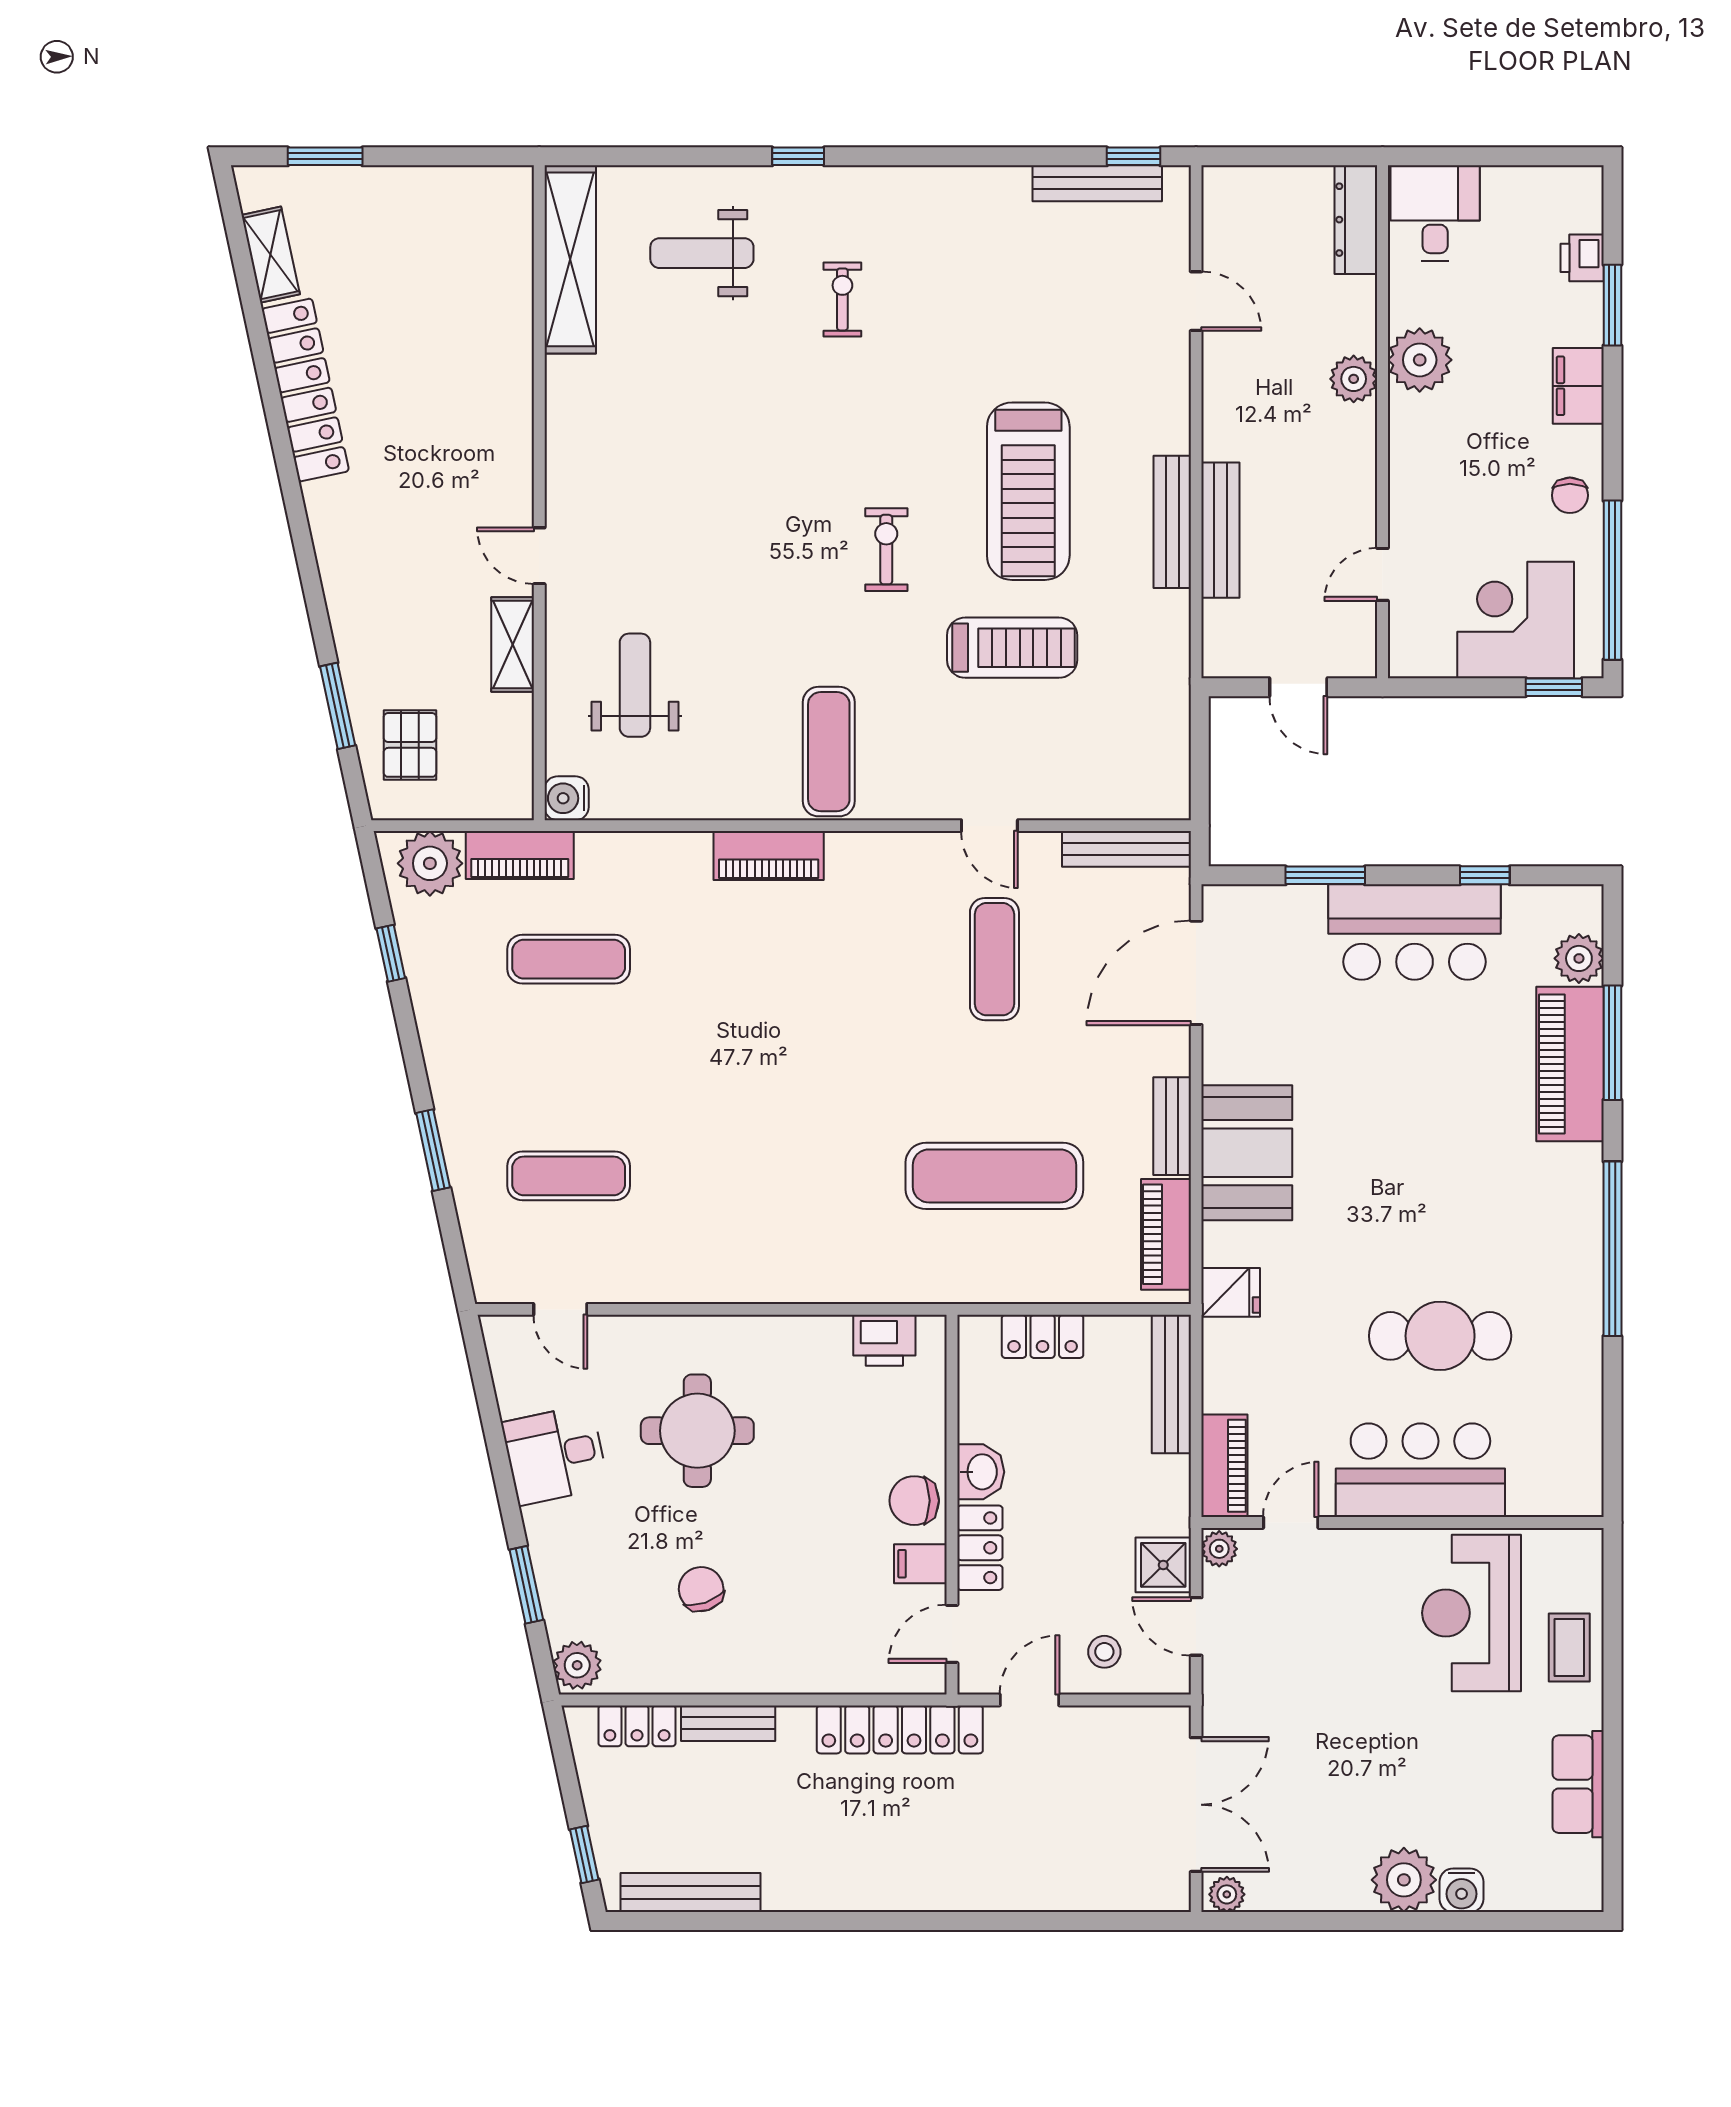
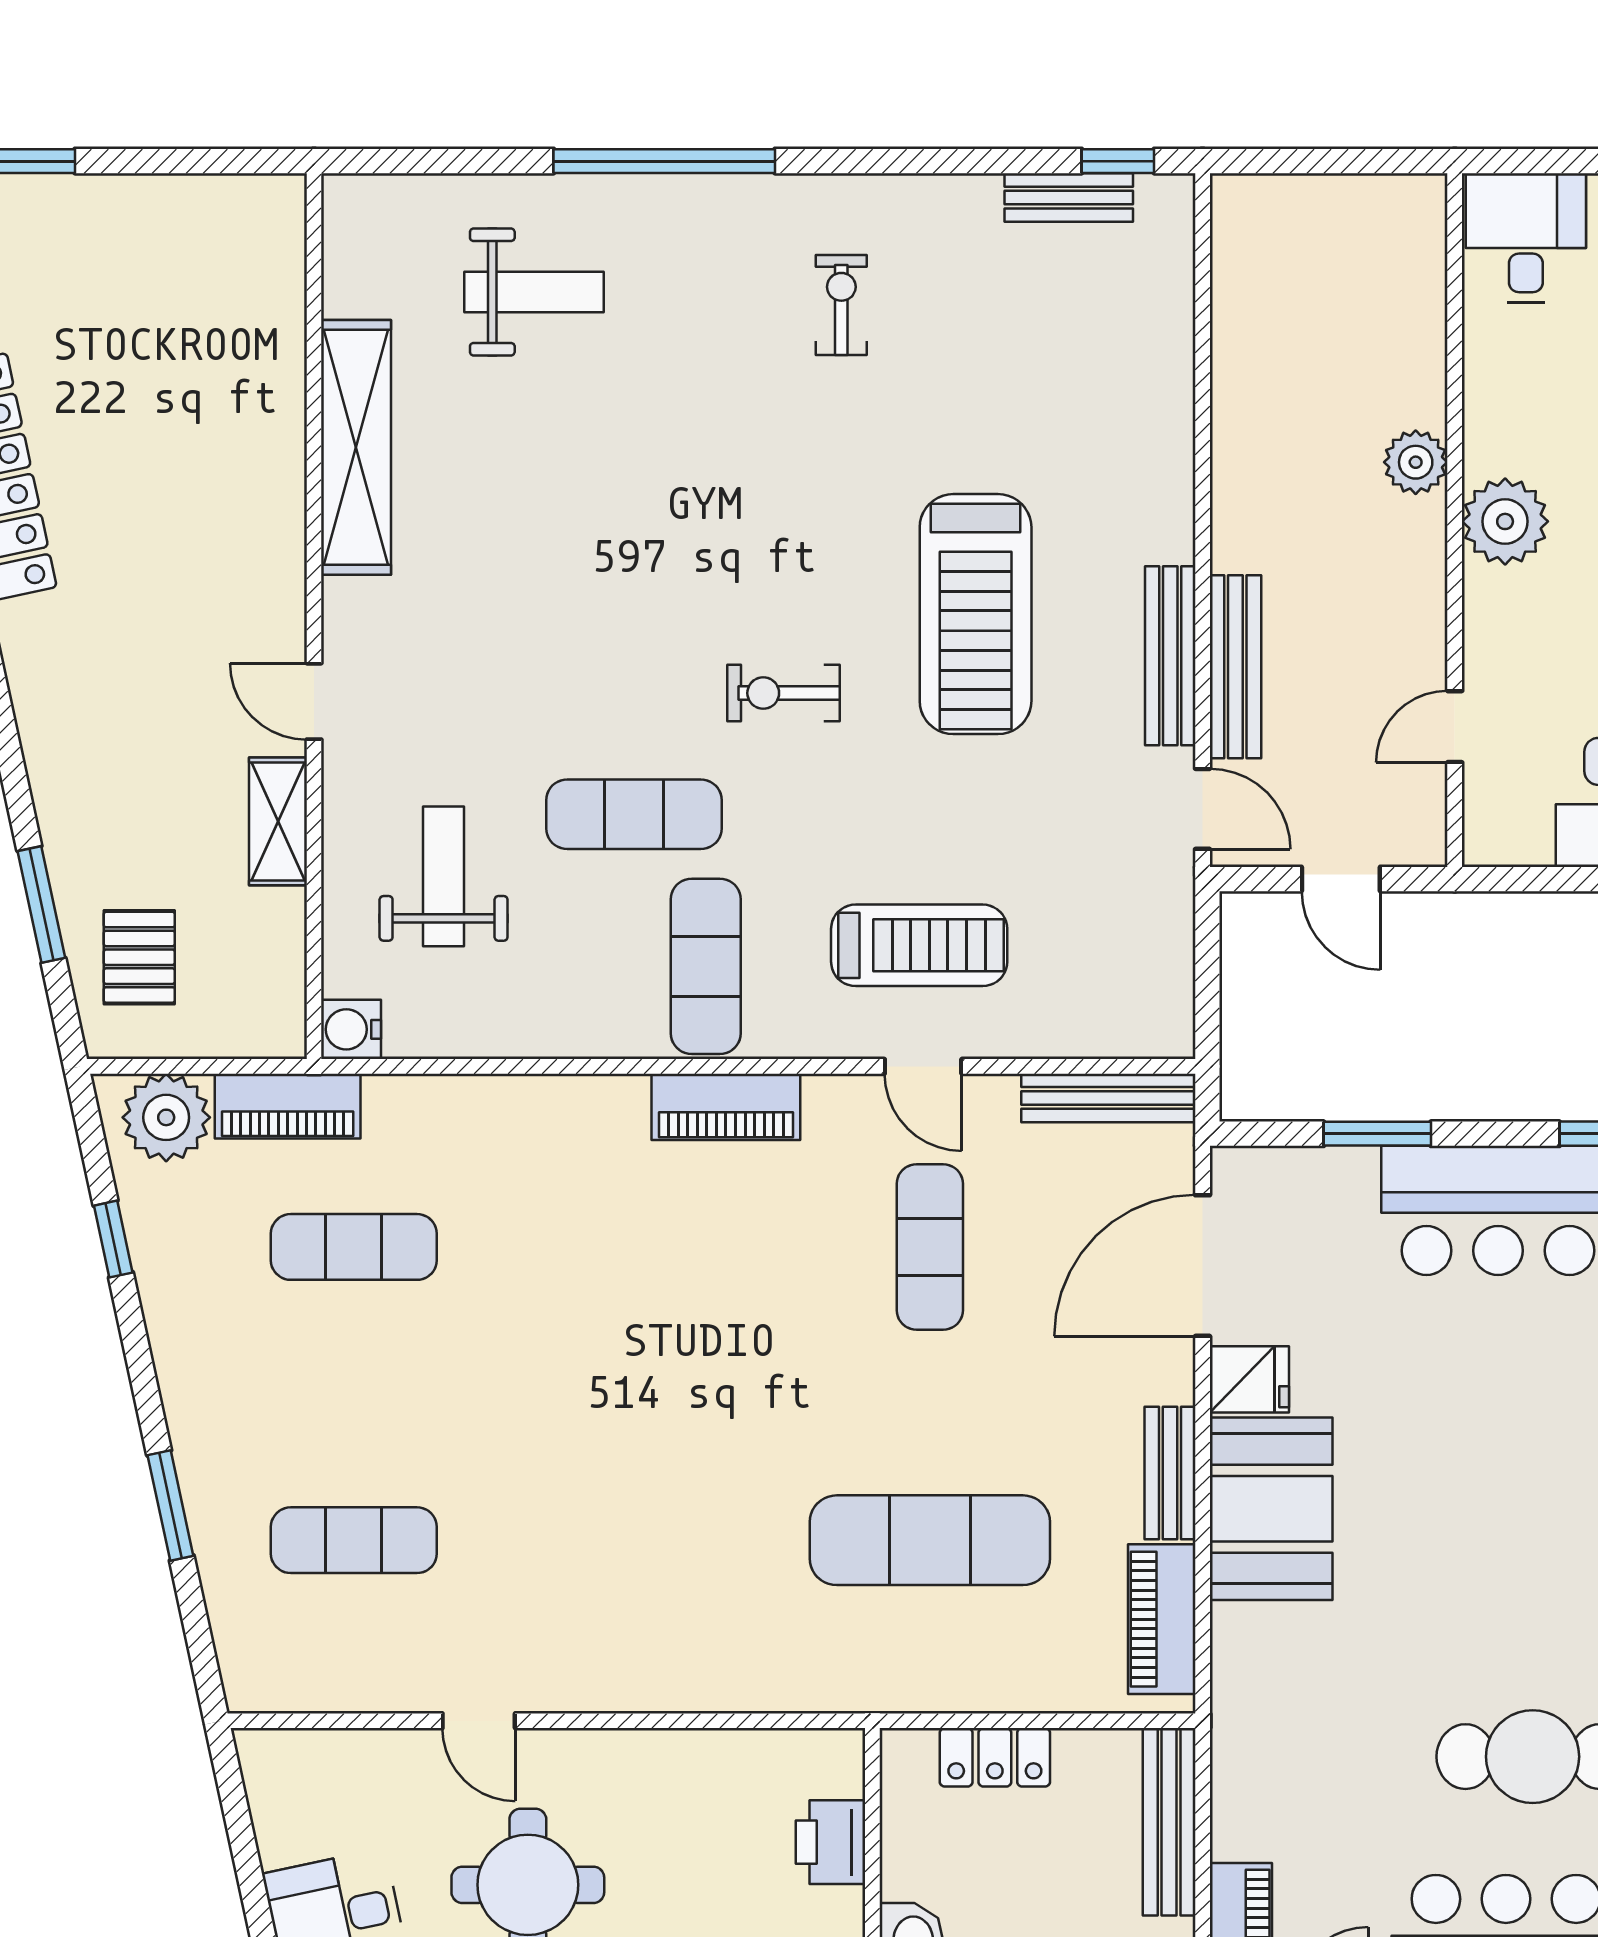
window: (798, 156) -> (664, 161), width x3.17
bench: (1097, 183) -> (1069, 198), width x0.73
dresser: (1356, 220) -> (1419, 247), removed
weight bench: (702, 253) -> (534, 292), turned 180
shelving: (570, 259) -> (356, 447), moved
exercise bike: (842, 299) -> (841, 305), moved
door: (1196, 301) -> (1203, 809), moved
plant: (1420, 360) -> (1505, 521), moved
exercise bike: (886, 550) -> (783, 693), turned -90
exercise mat: (776, 639) -> (634, 814), added
treadmill: (1012, 648) -> (919, 945), moved
piano: (769, 856) -> (726, 1107), moved
fridge: (1231, 1292) -> (1249, 1379), moved
door: (560, 1309) -> (479, 1721), moved
printer: (884, 1340) -> (830, 1842), moved, turned 90

